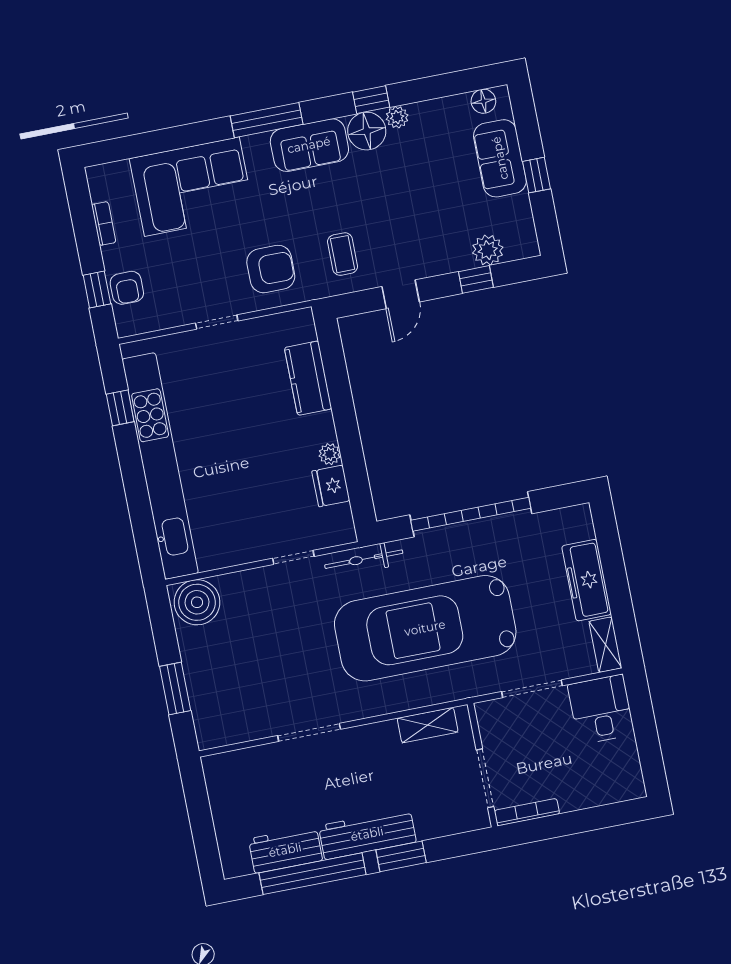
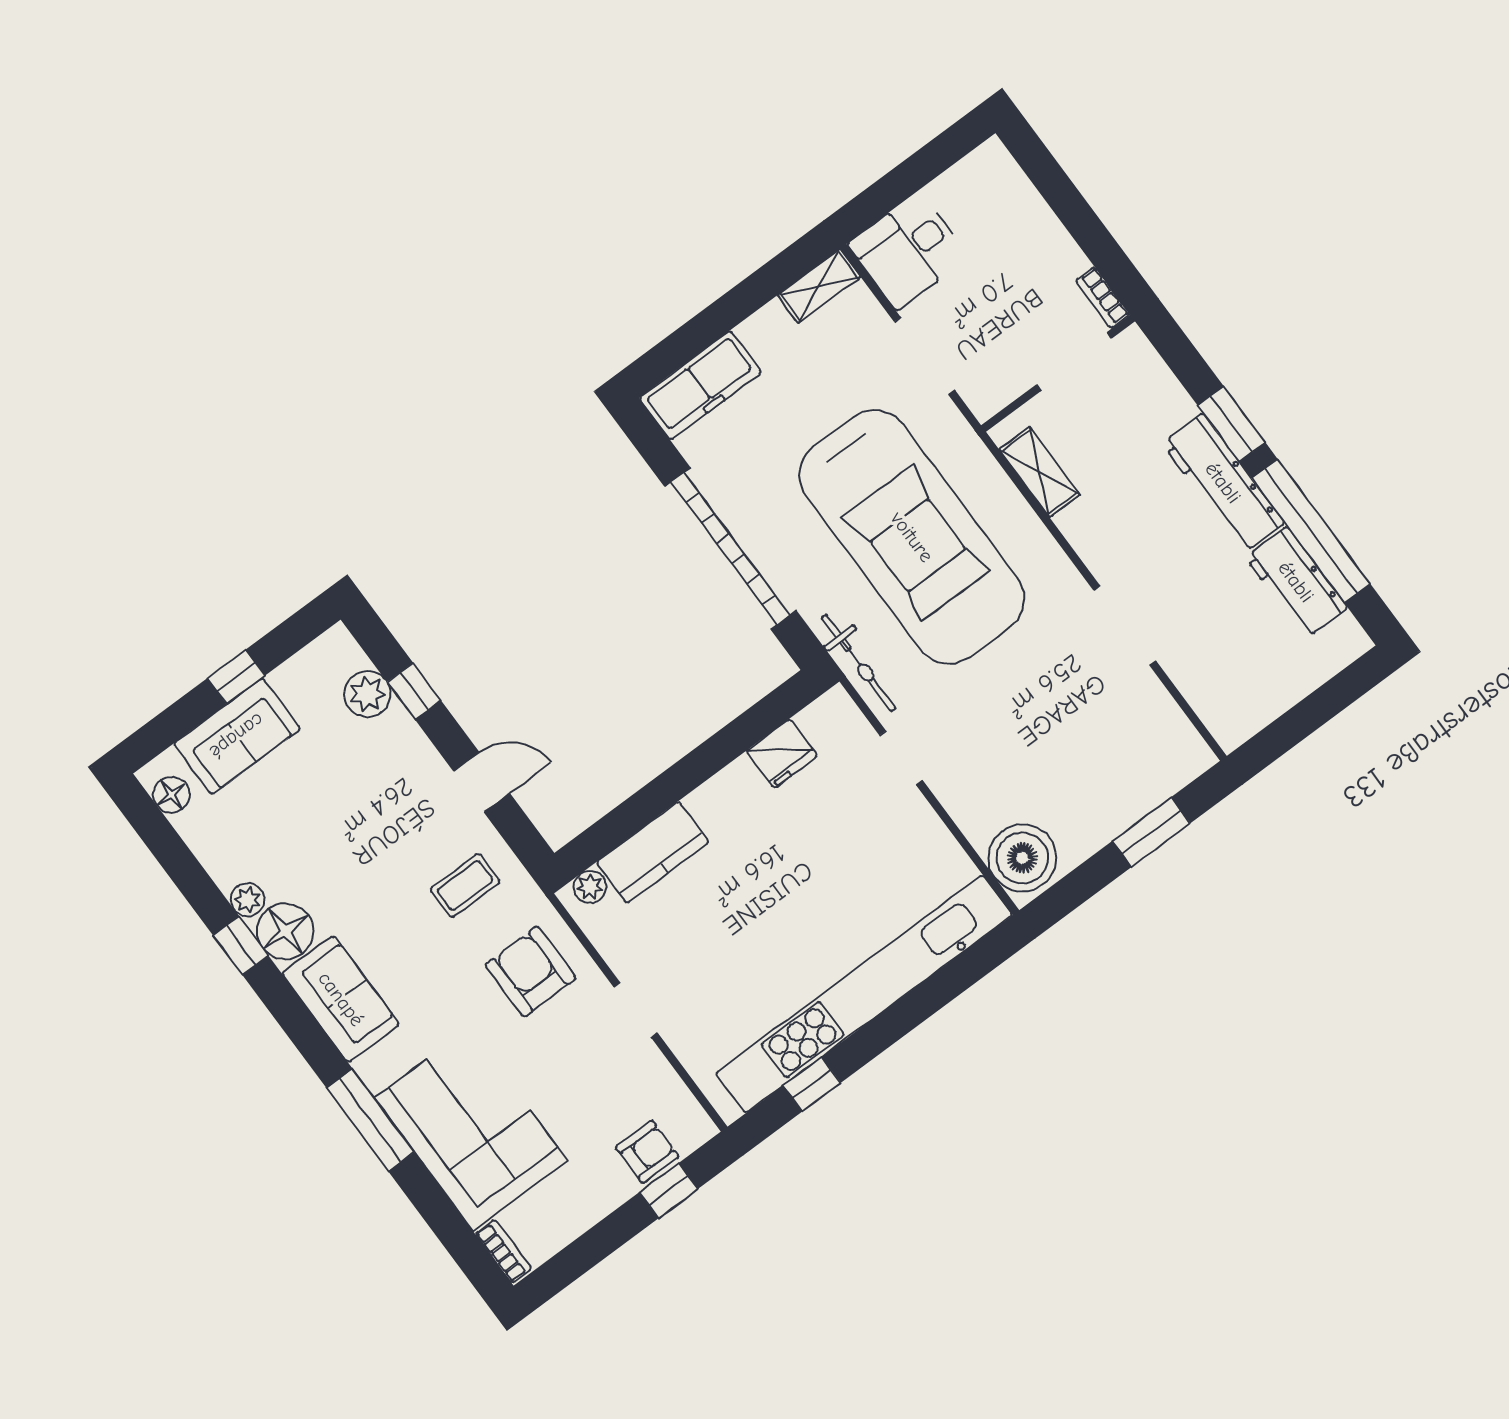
window: (267, 120) -> (370, 1120), moved
bookcase: (104, 224) -> (503, 1251), moved, turned 90
plant: (330, 454) -> (590, 887), moved
freezer: (587, 580) -> (700, 385), moved
bookcase: (527, 812) -> (1103, 298), width x0.64

